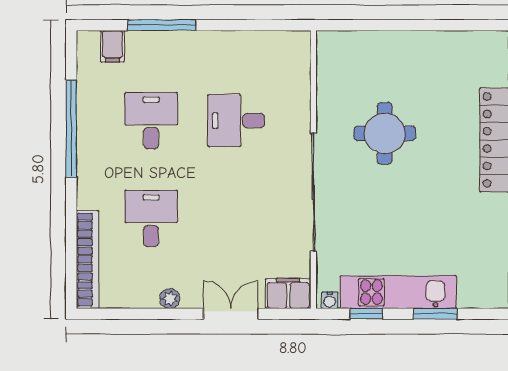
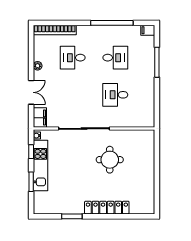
filing cabinet: (113, 46) -> (148, 30), moved
desk: (236, 121) -> (115, 95), turned -90
desk: (151, 218) -> (73, 58), turned 180

